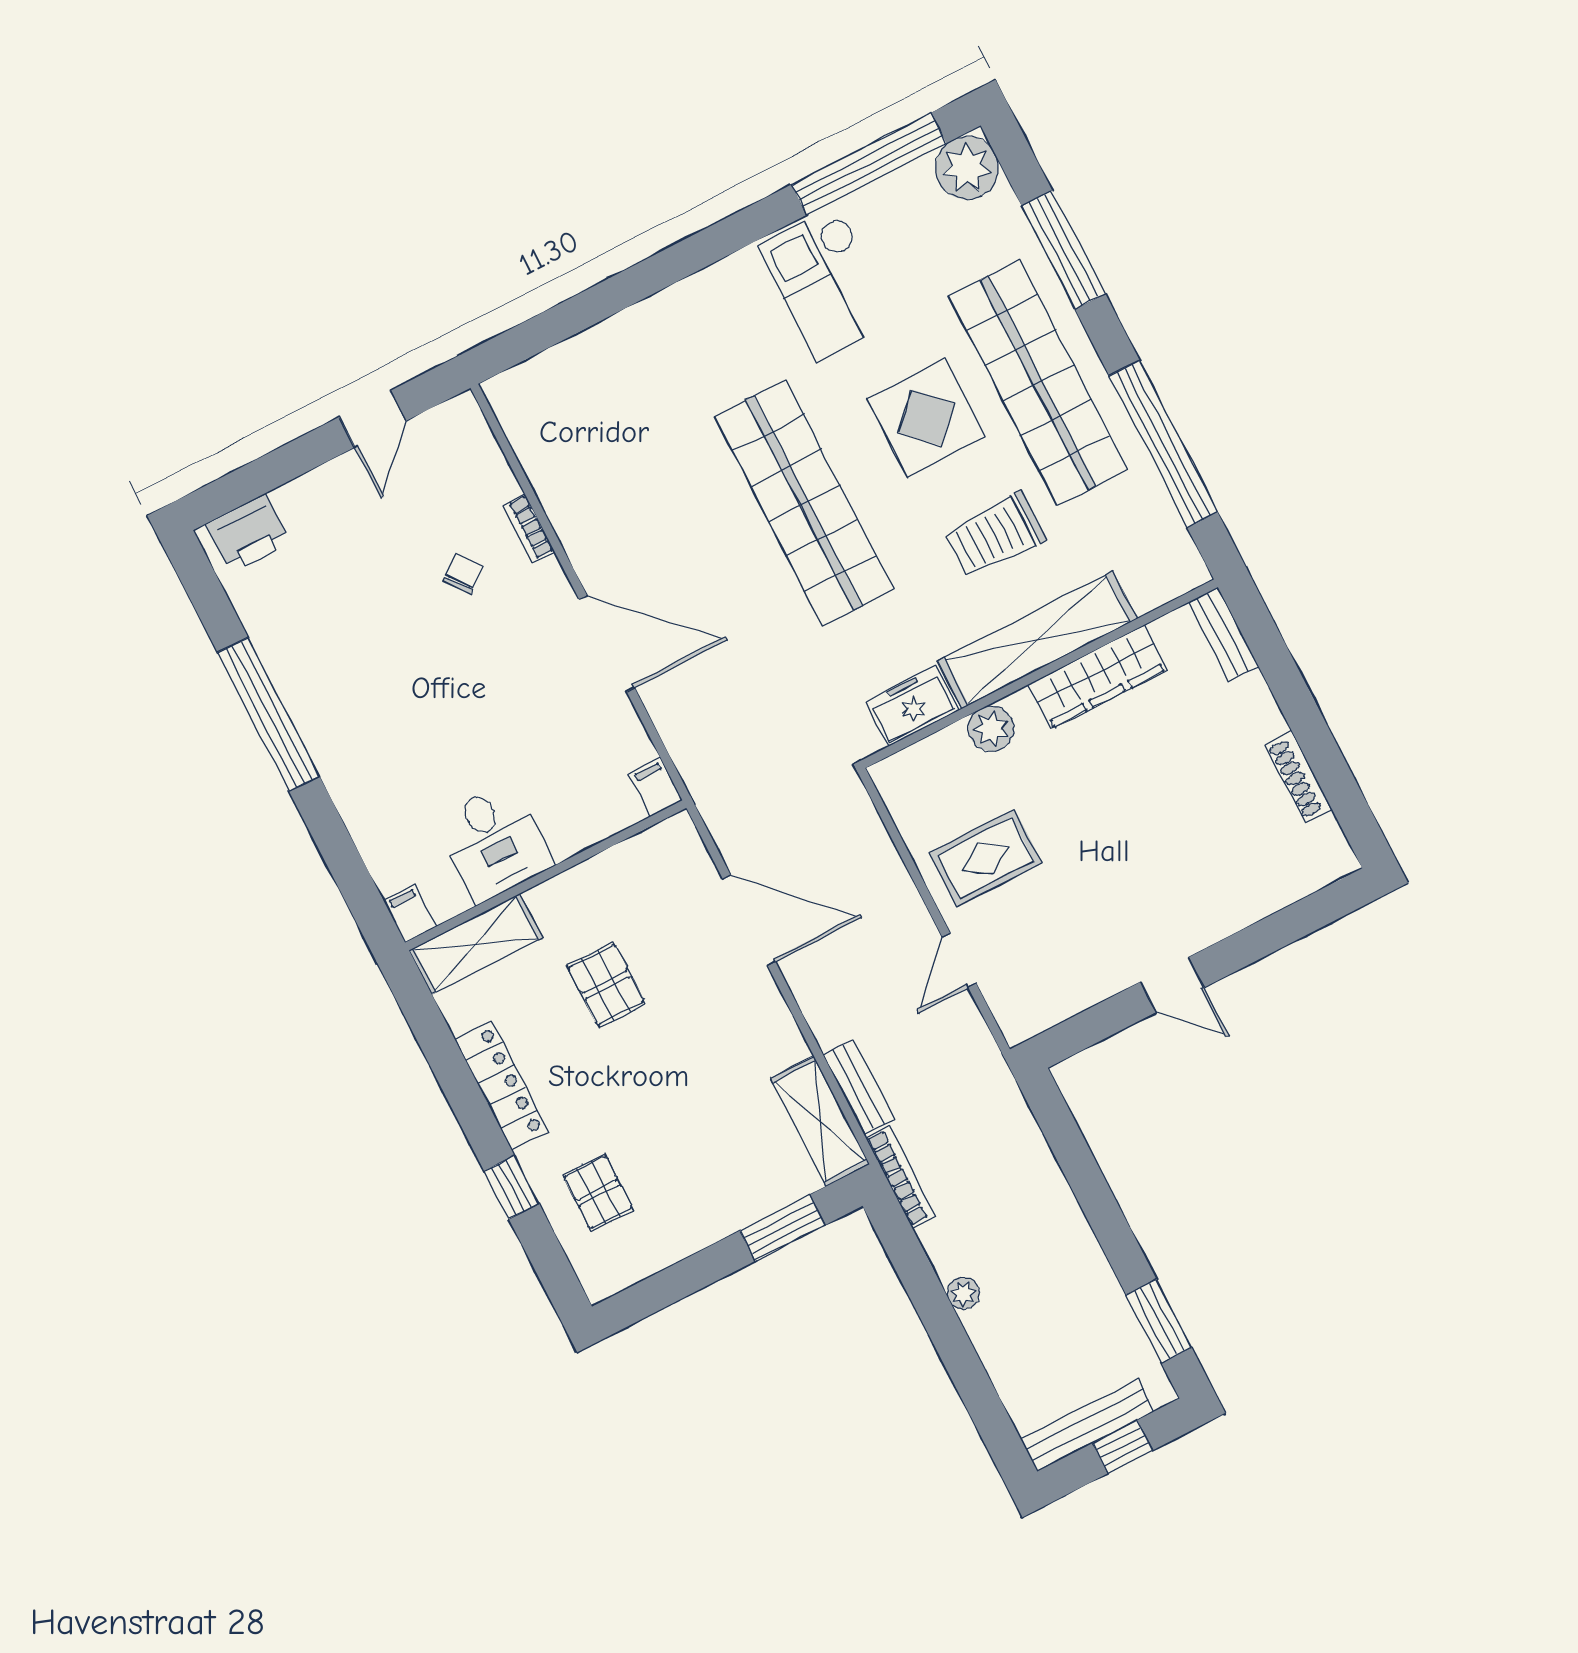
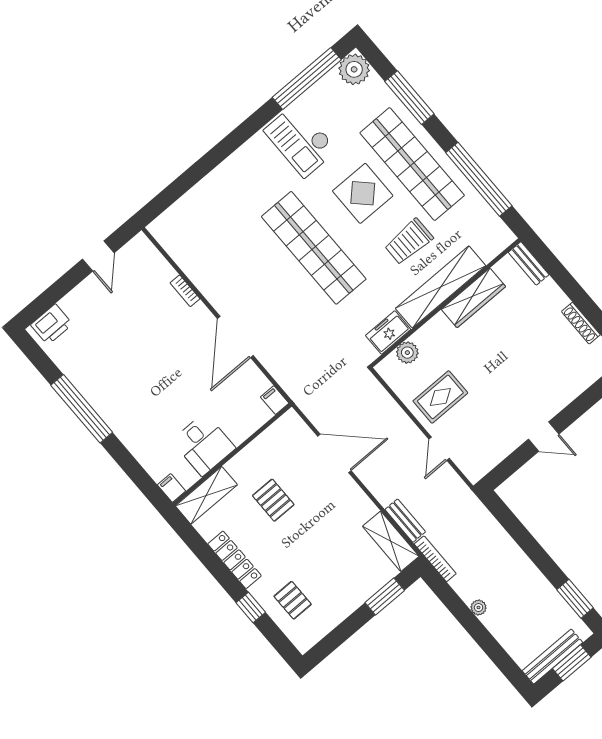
chair: (463, 574) -> (159, 320), removed
door: (607, 644) -> (235, 337), swing flipped
plant: (991, 729) -> (407, 353), moved
window: (1123, 1447) -> (572, 663), width x1.50

